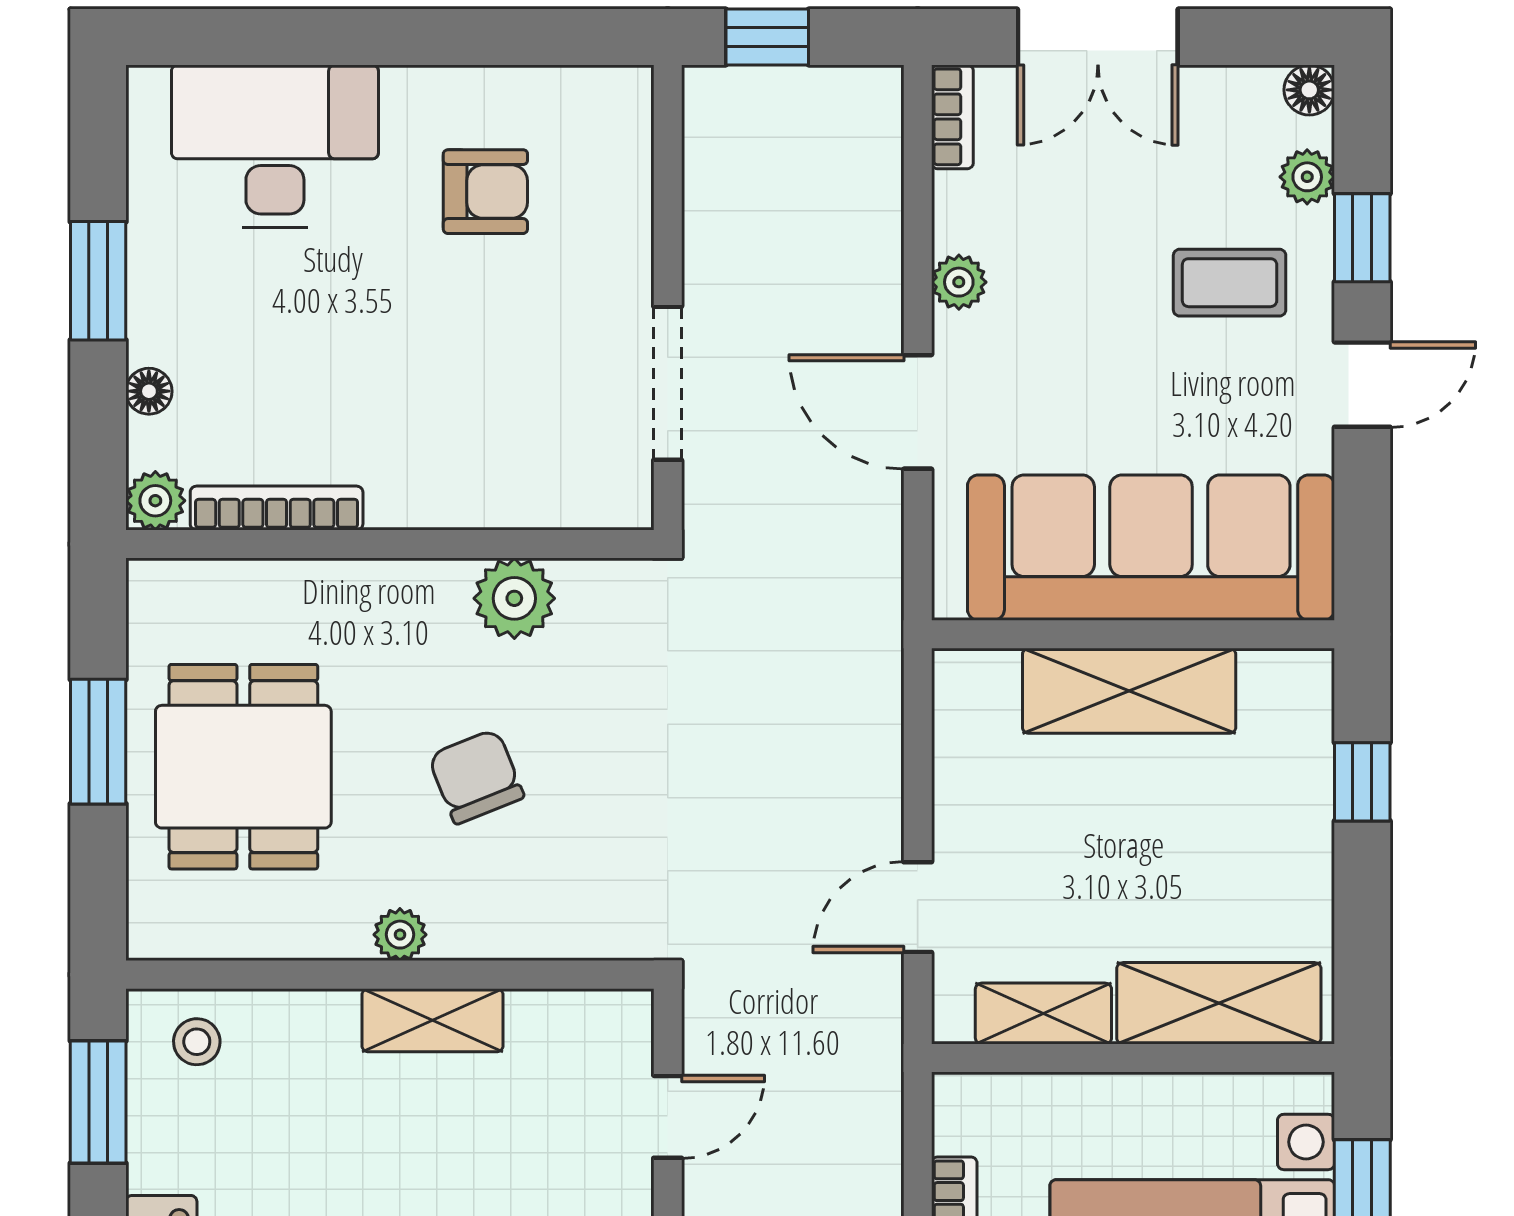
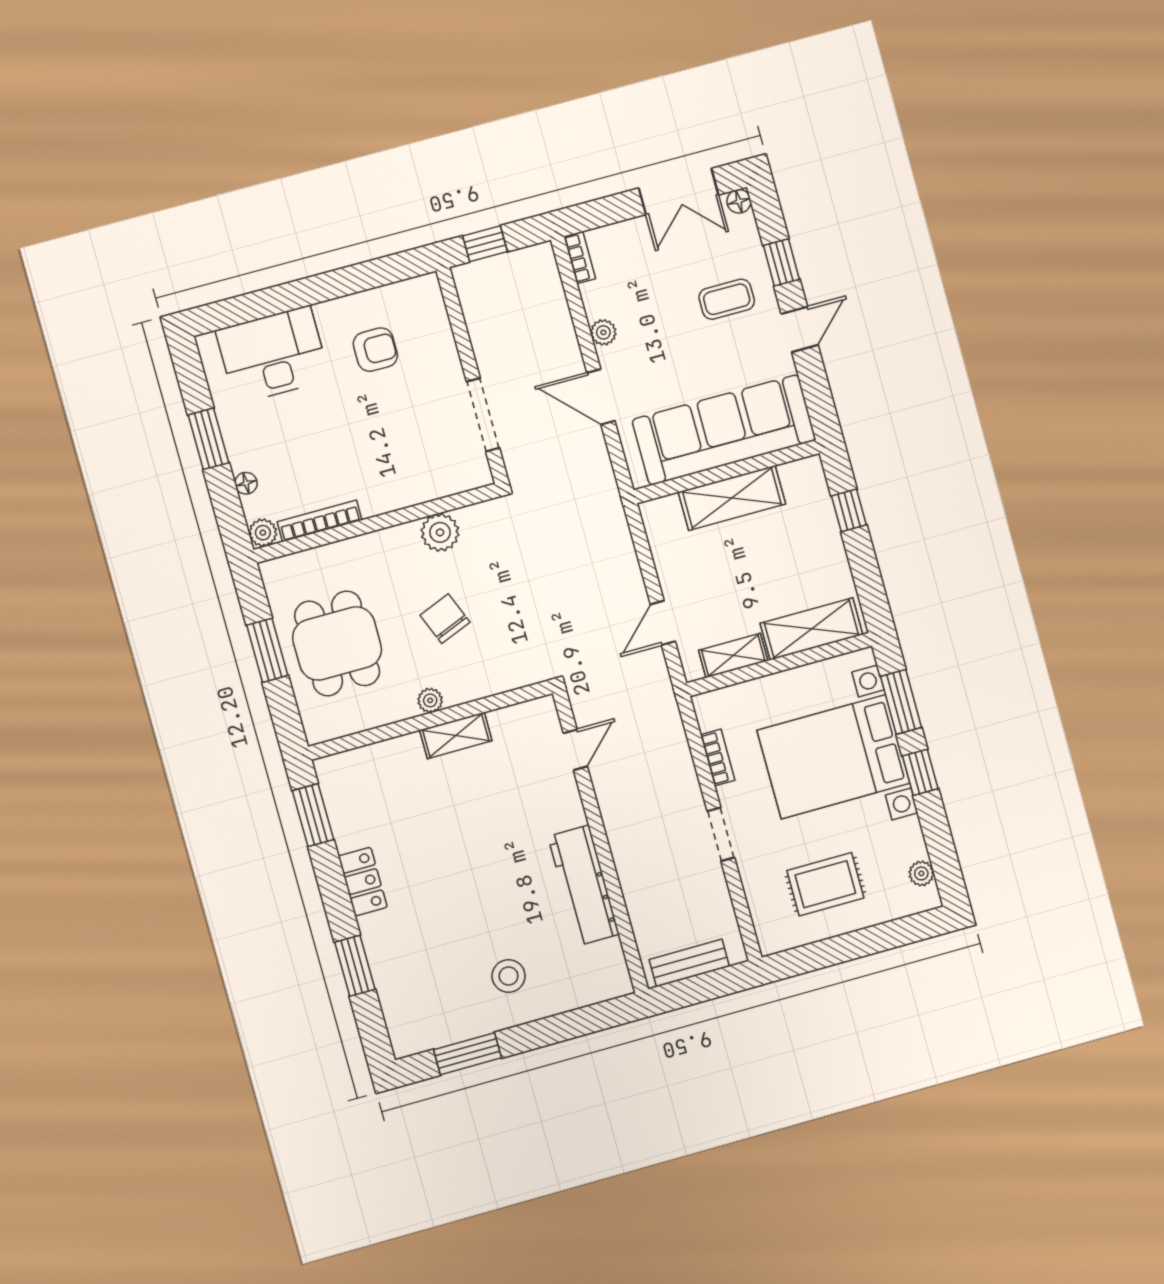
double door: (1098, 37) -> (679, 192), moved
plant: (1307, 177) -> (749, 241), removed
stool: (197, 1042) -> (351, 775), removed

